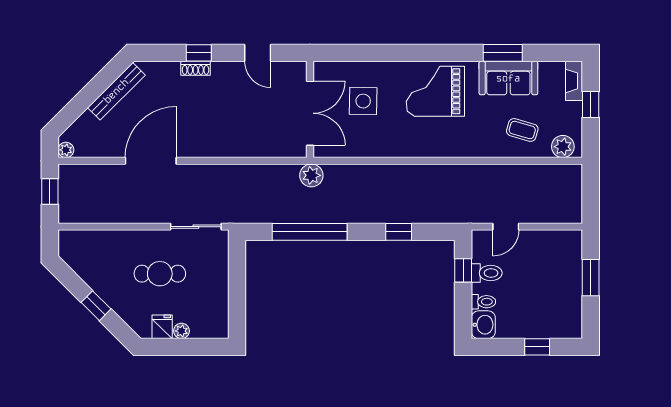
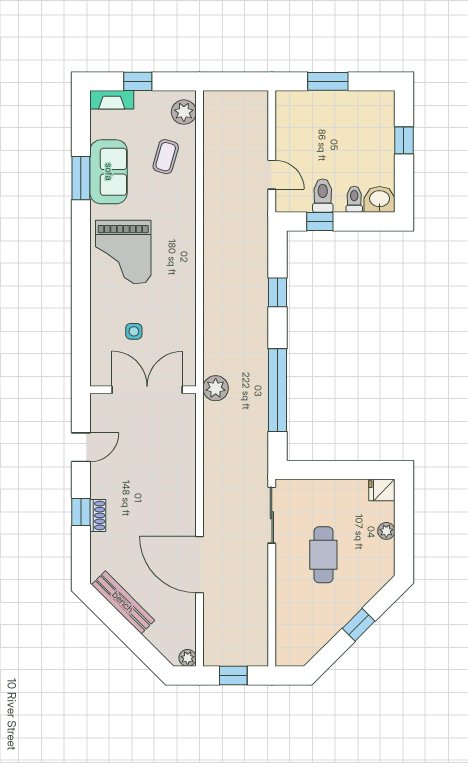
side table: (363, 101) -> (134, 331), width x0.54, depth x0.54
fridge: (162, 327) -> (382, 490), moved

